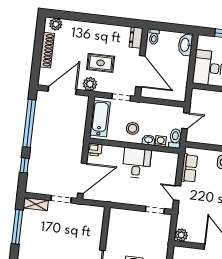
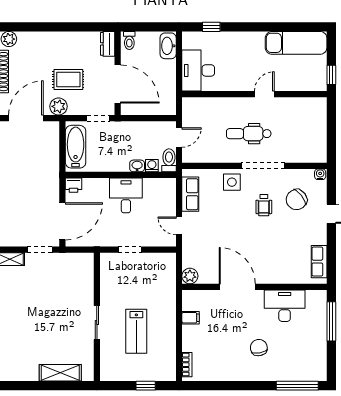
stool: (133, 128) -> (116, 154), removed
doorway: (155, 210) -> (130, 250), moved

